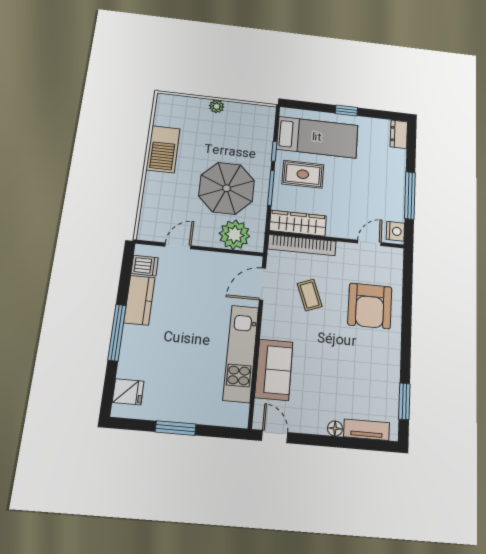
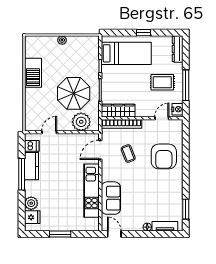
dresser: (399, 134) -> (178, 49), width x1.44
rug: (303, 174) -> (162, 82), moved
window: (117, 332) -> (22, 174), moved
plant: (130, 366) -> (31, 203), added

